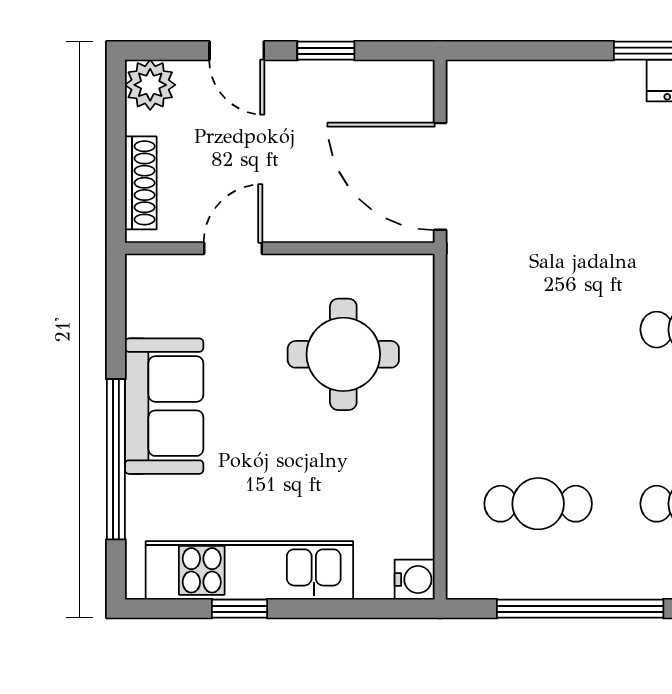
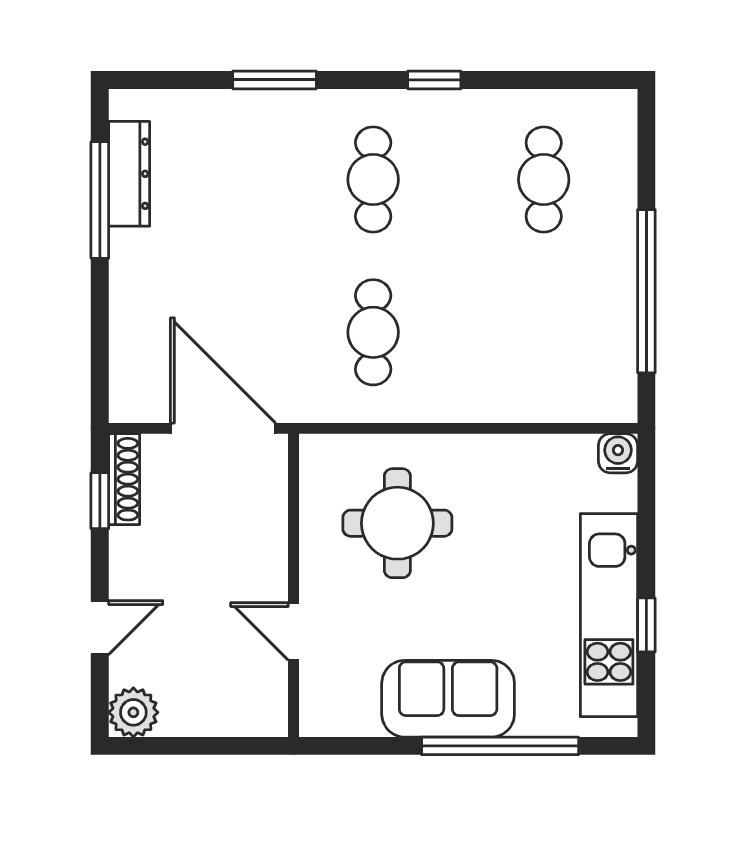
window: (326, 51) -> (100, 501), moved
door: (440, 176) -> (223, 428), swing flipped
shoe rack: (141, 183) -> (124, 479), moved, turned 90
cafe table: (538, 504) -> (373, 332), moved

